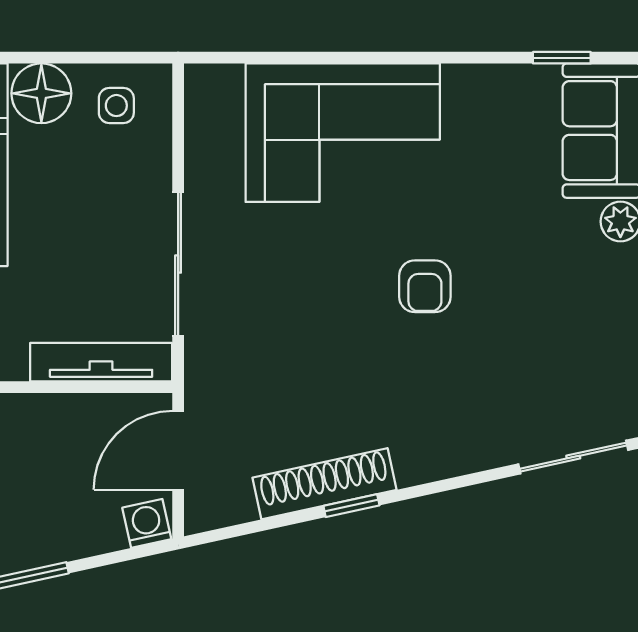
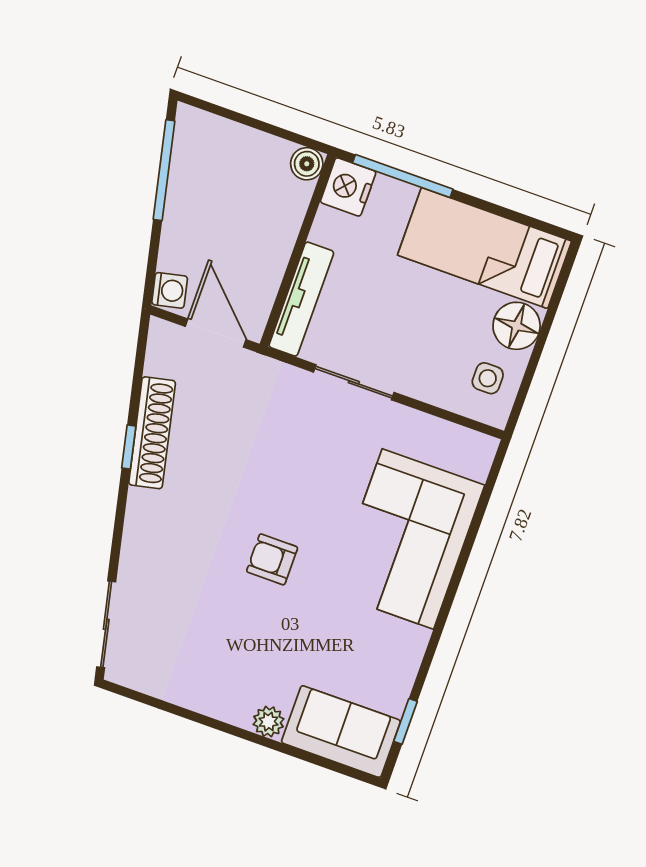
sliding door: (178, 264) -> (354, 382), width x0.73

